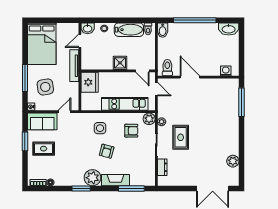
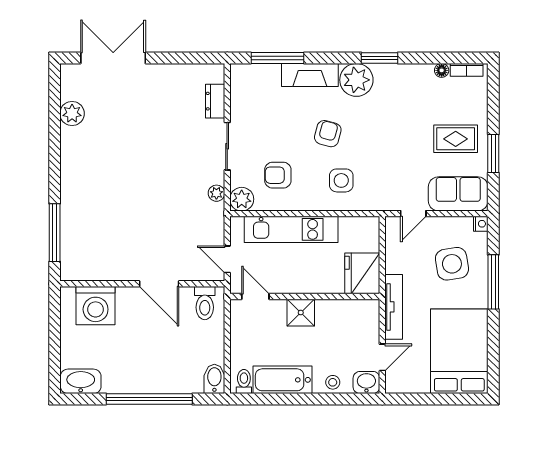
washing machine: (226, 71) -> (96, 306), width x1.89, depth x1.89
rug: (181, 137) -> (178, 162), removed

